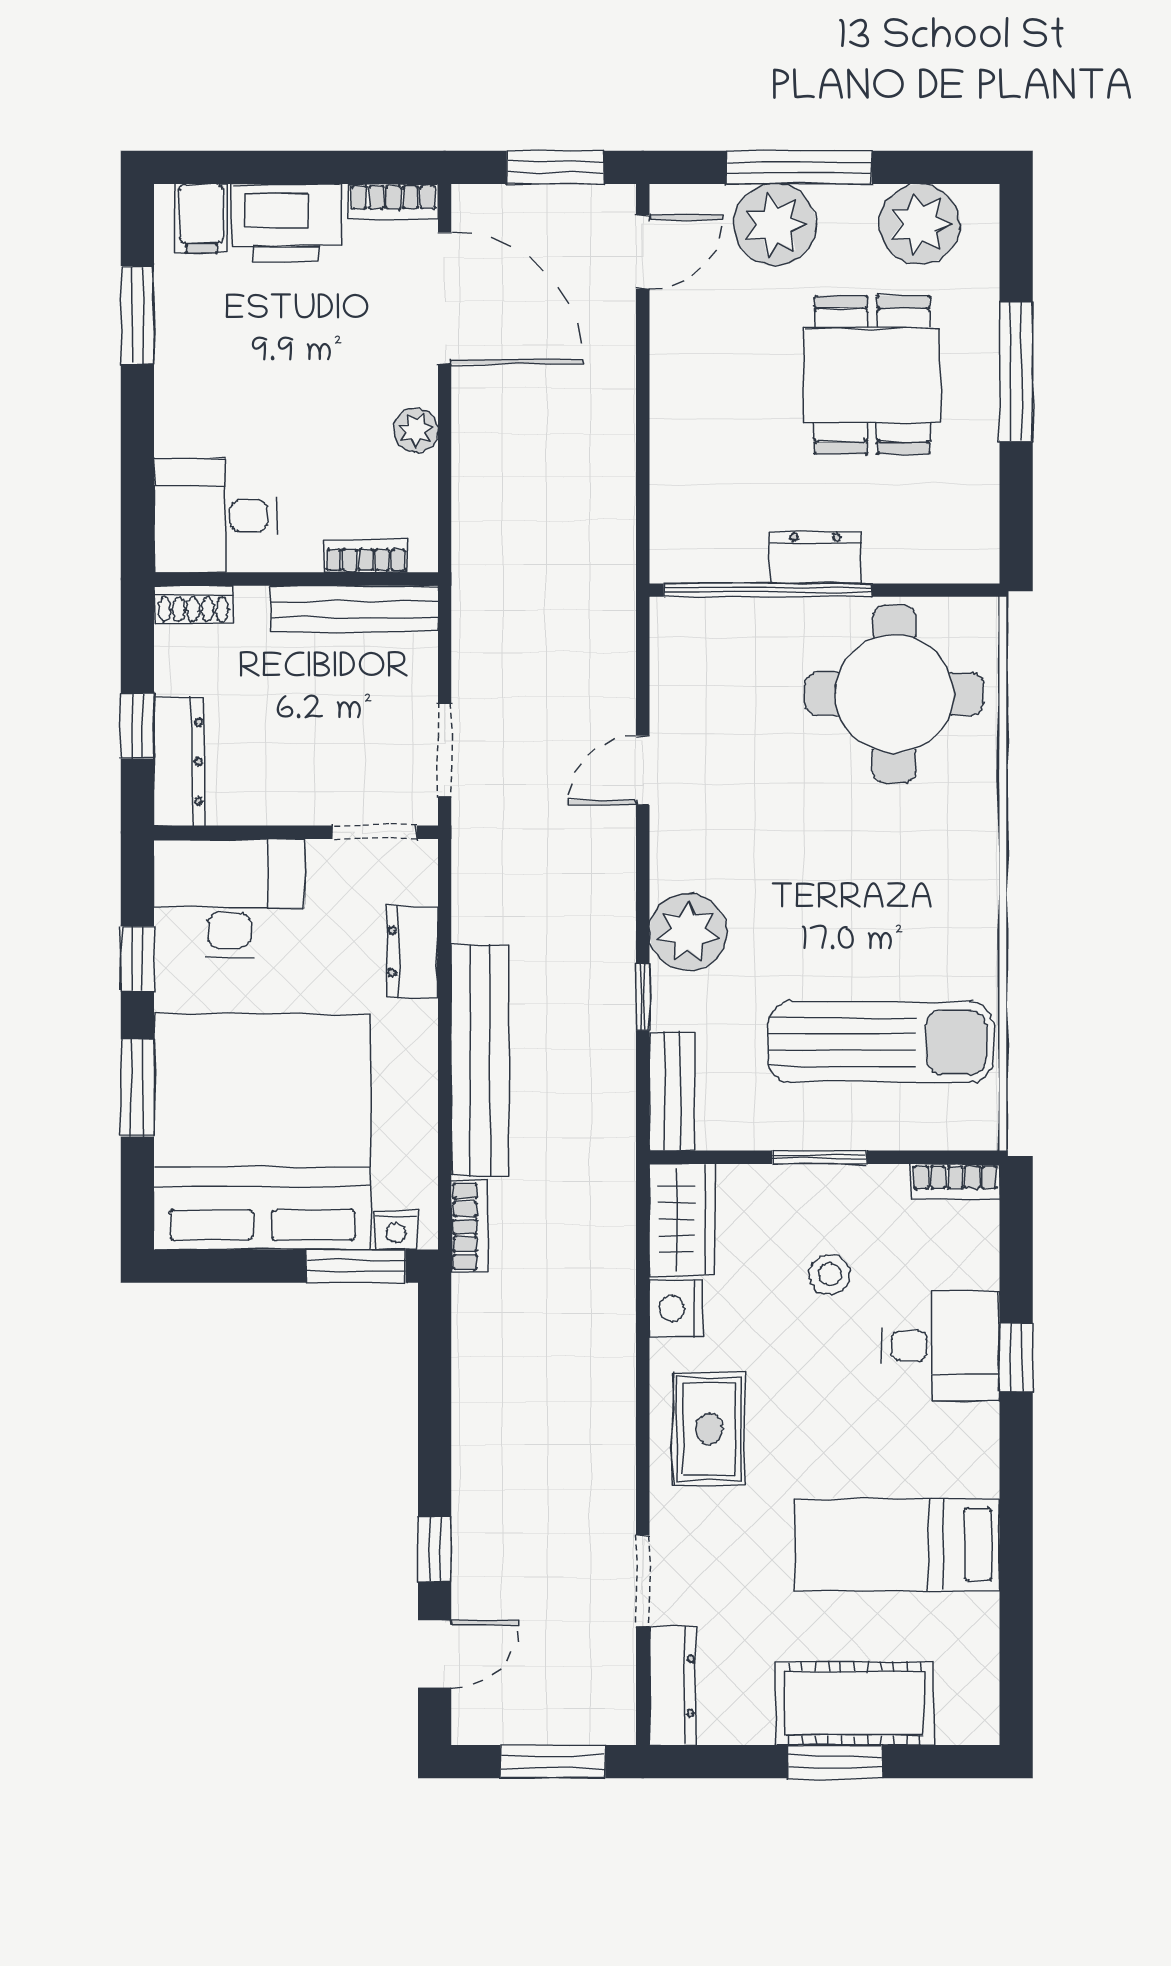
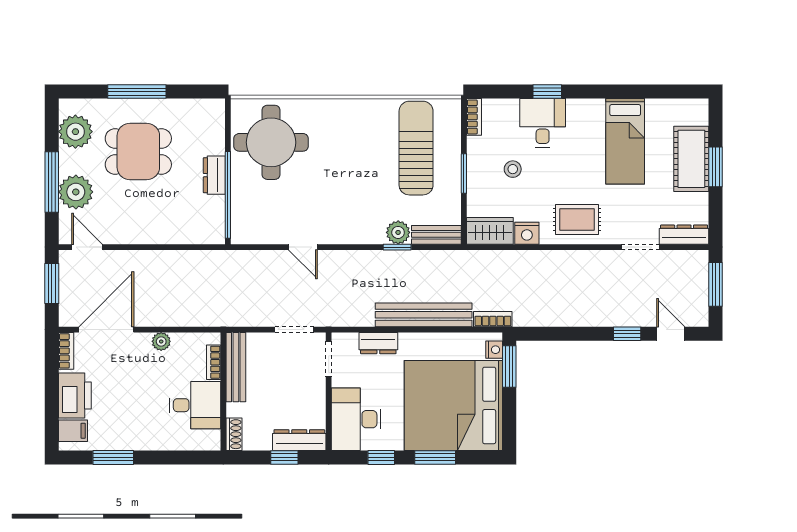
desk: (215, 516) -> (195, 405), moved, turned -90
plant: (688, 932) -> (398, 232), moved, width x0.73, depth x0.73

